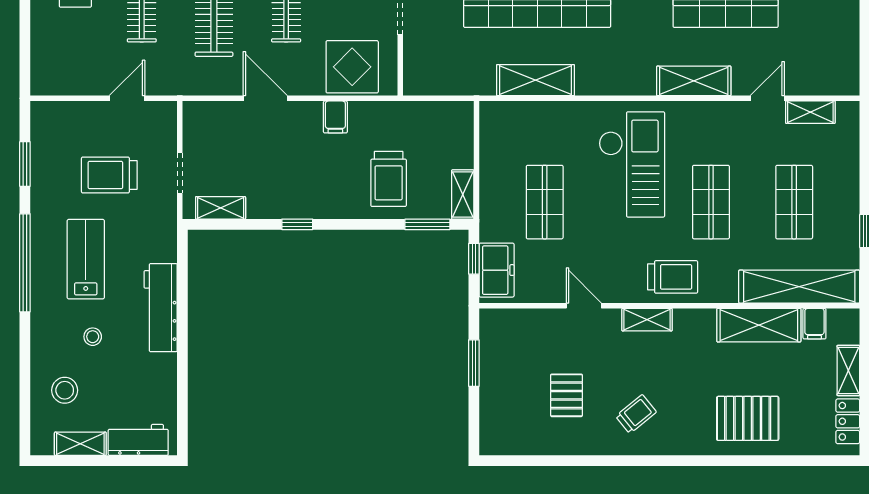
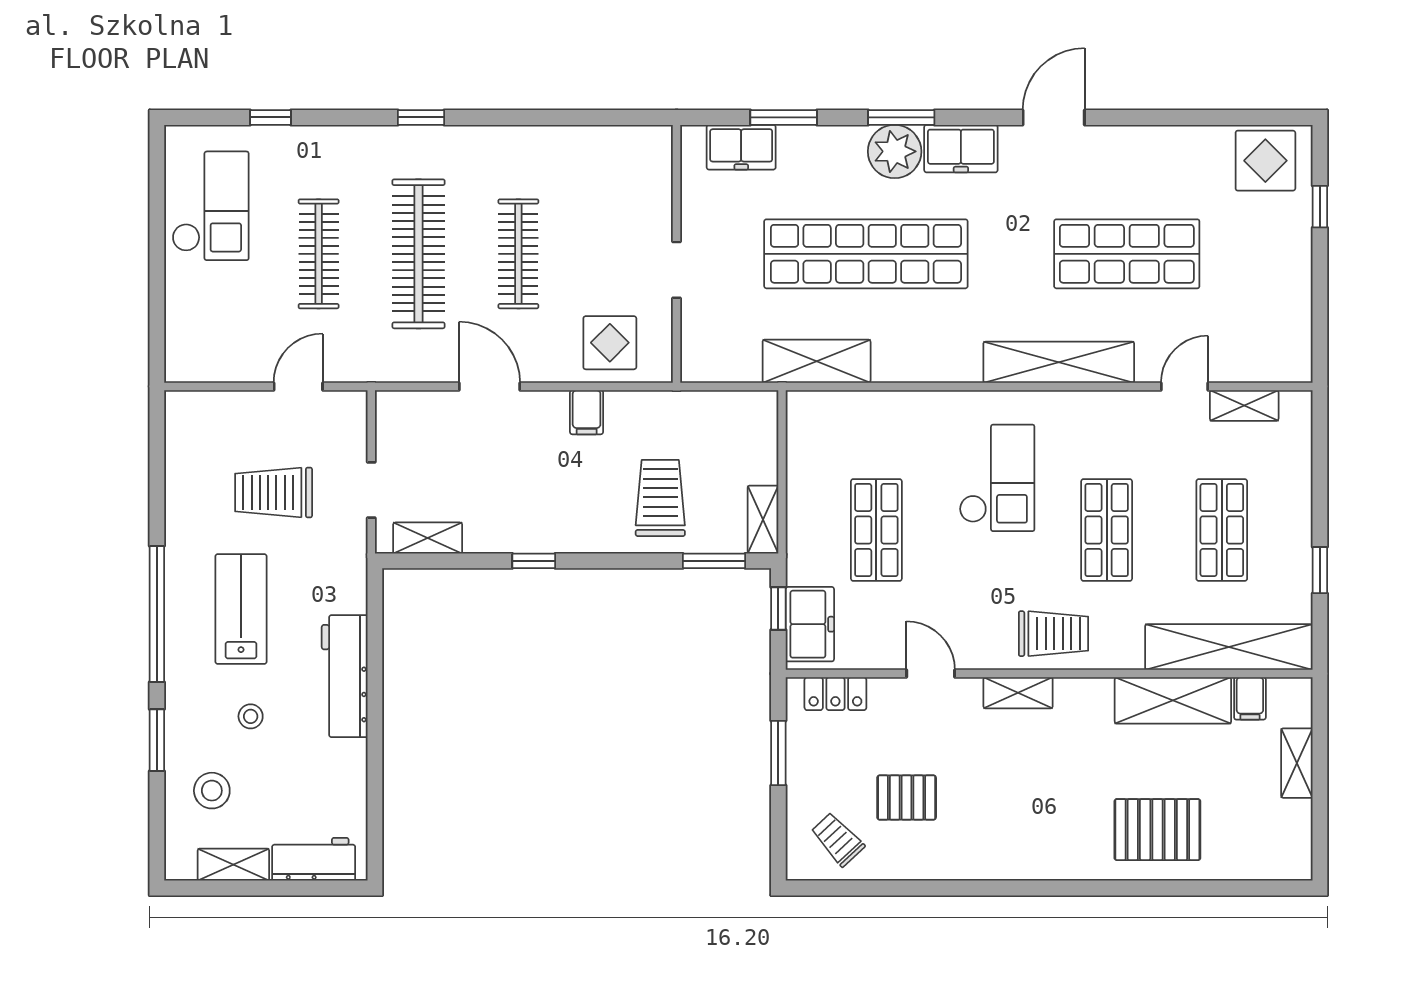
display table: (352, 67) -> (610, 343), width x0.73, depth x0.73
shelving: (536, 80) -> (817, 361), moved
shelving: (694, 81) -> (1059, 362), width x1.47
window: (25, 164) -> (157, 740), moved
checkout: (632, 164) -> (997, 478), width x0.73, depth x0.83
trolley: (389, 179) -> (660, 498), turned 180
pallet: (566, 395) -> (907, 798), turned 90
trolley: (636, 414) -> (838, 839), moved, turned -94
locker: (848, 421) -> (835, 694), moved, turned -90

